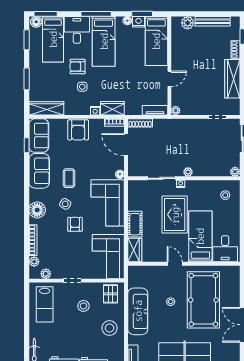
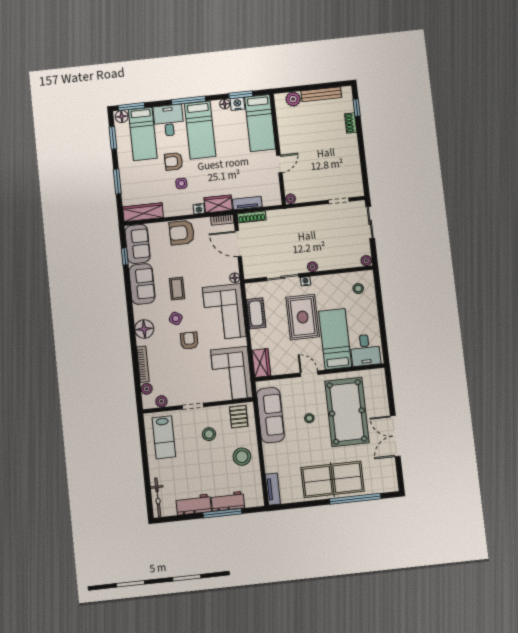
wardrobe: (232, 79) -> (351, 156), removed
tv unit: (155, 110) -> (247, 203), moved
armchair: (78, 130) -> (182, 233), turned 90
cot: (135, 224) -> (256, 313), moved
sofa: (138, 311) -> (270, 415), moved

